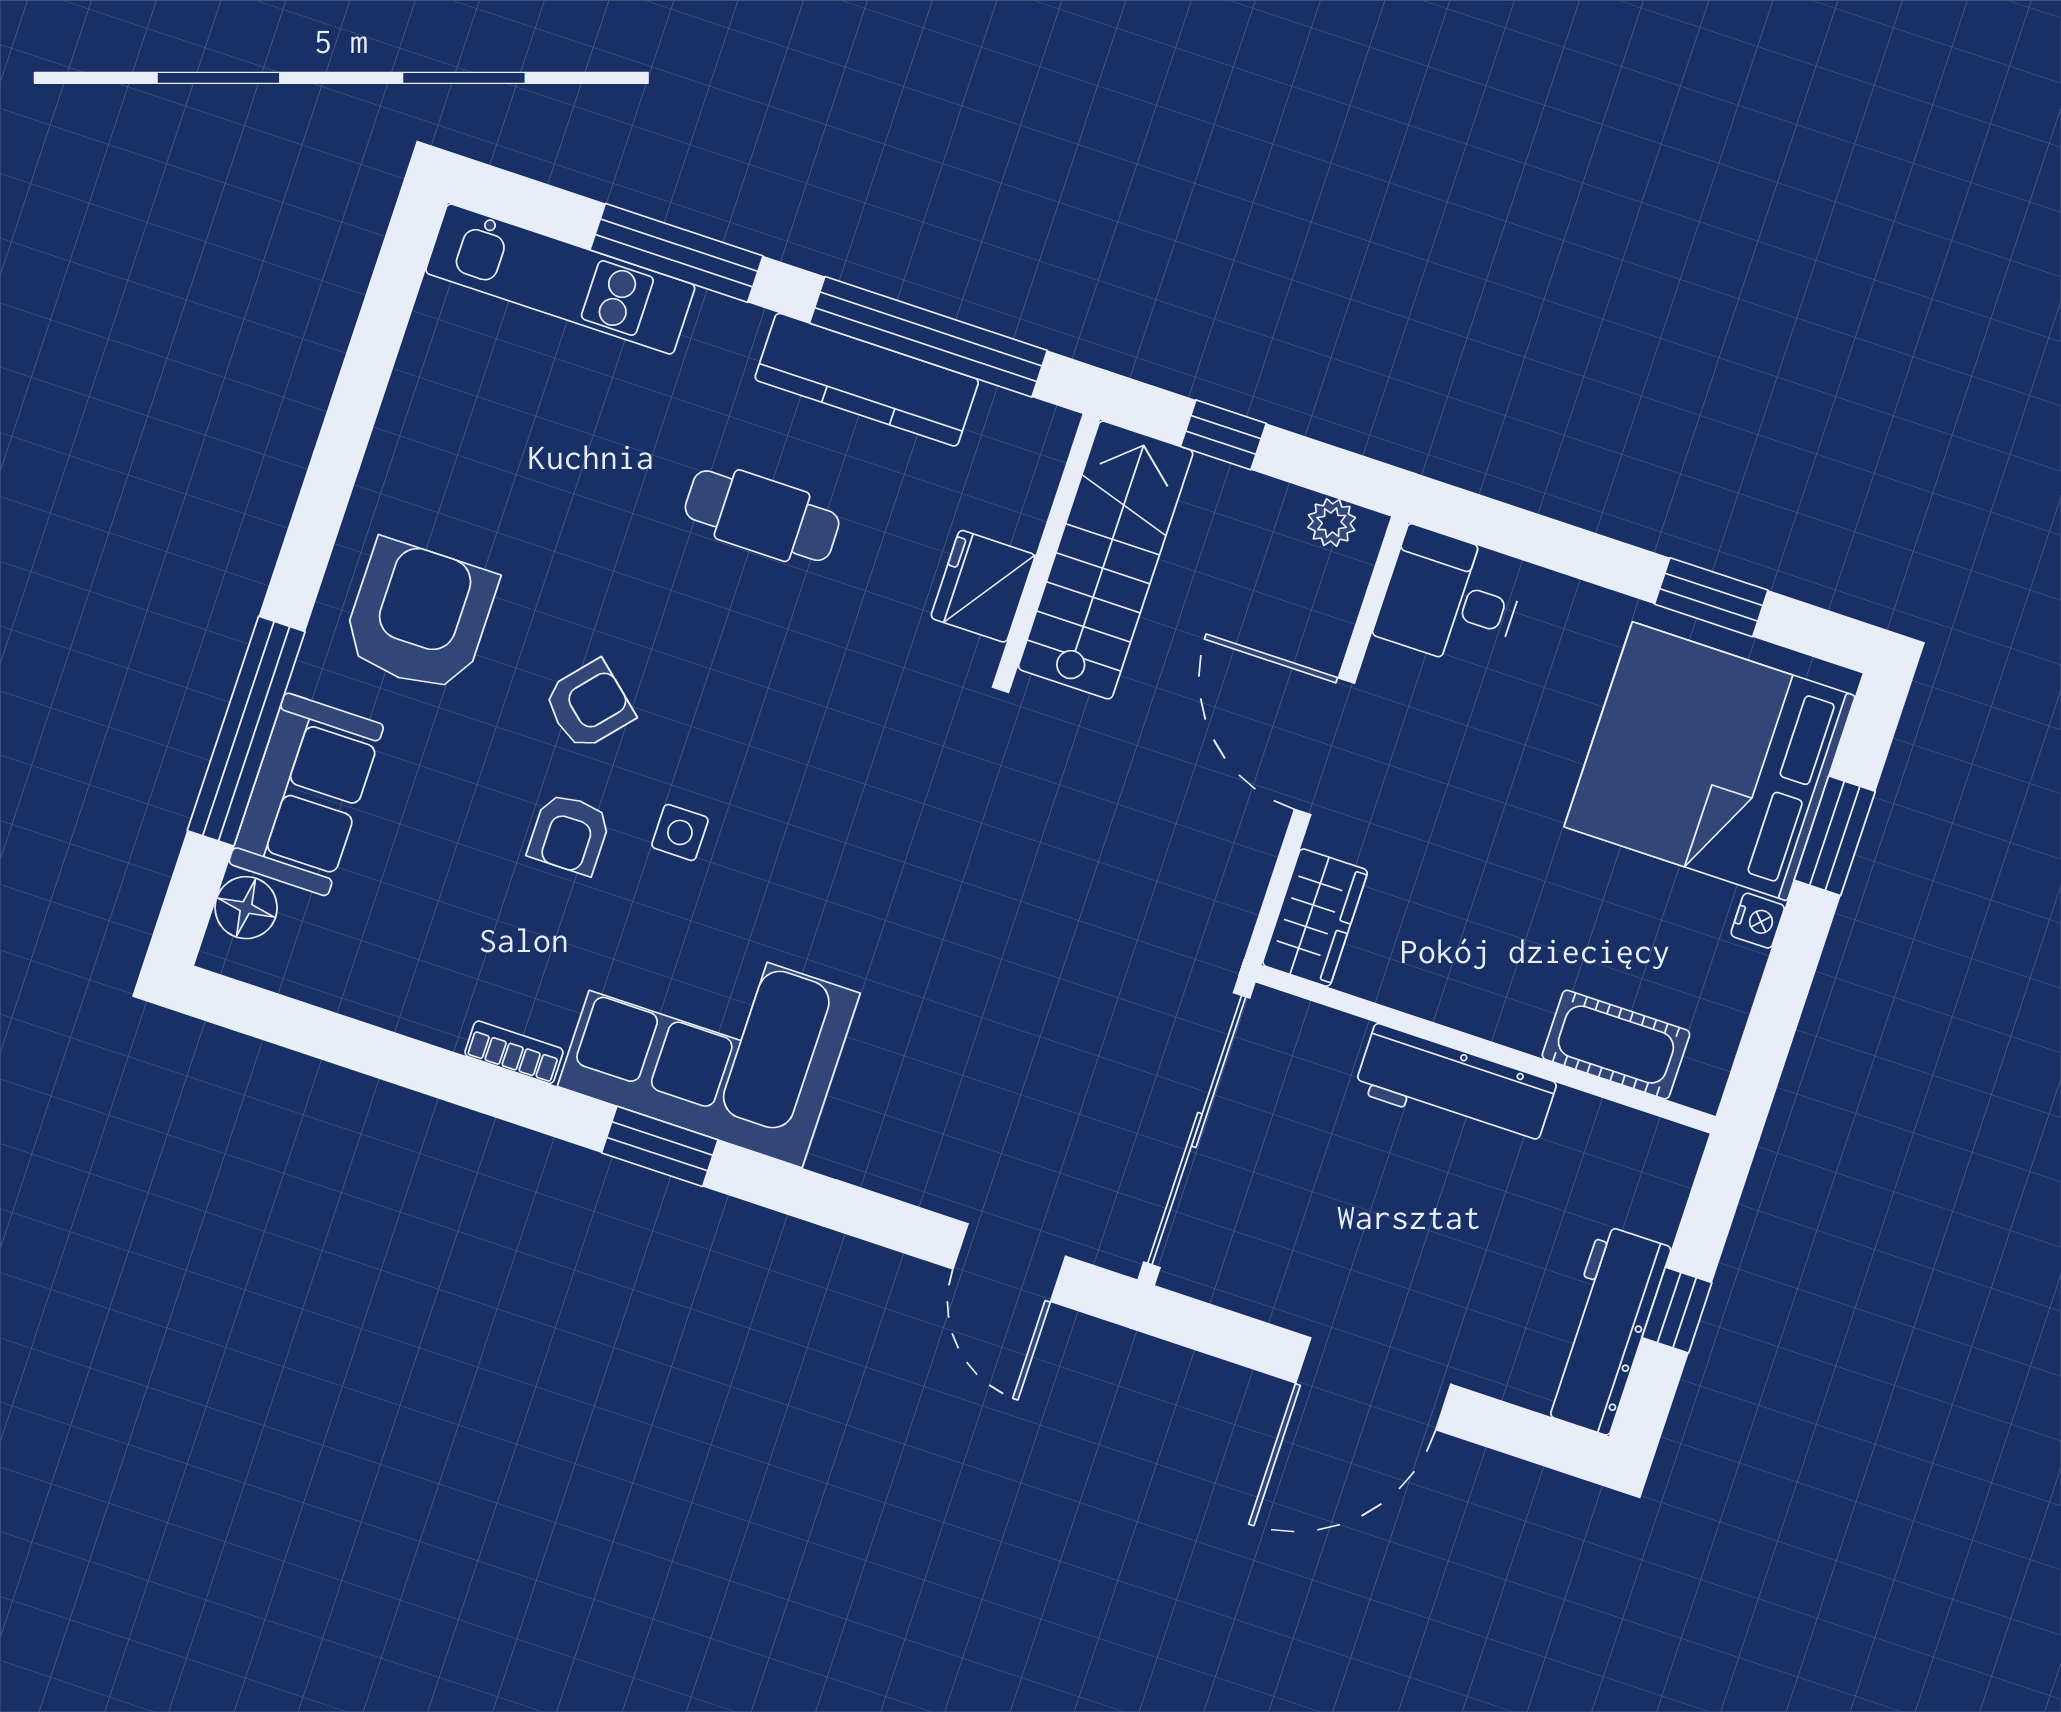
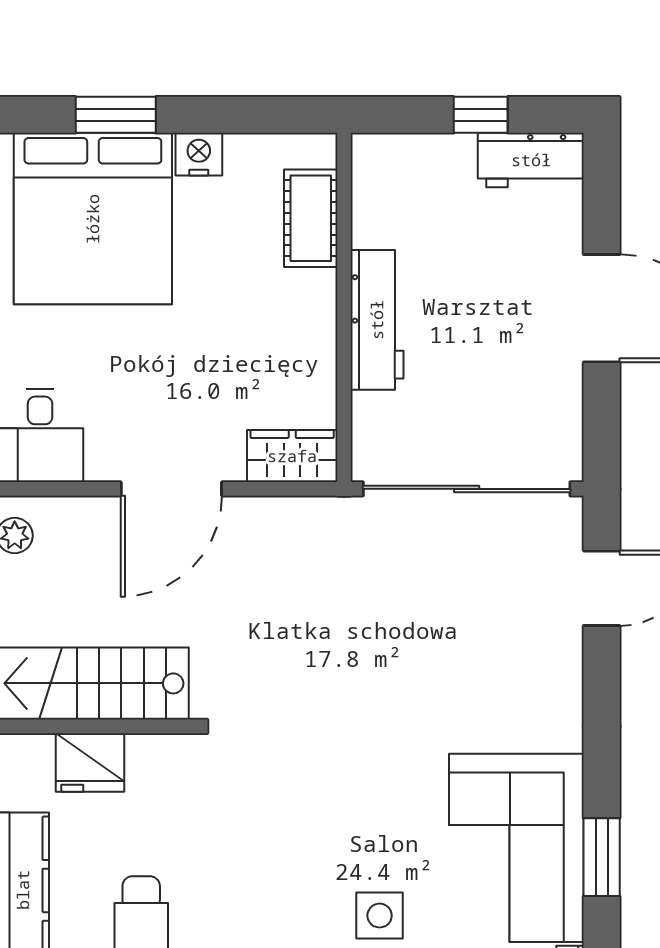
fridge: (983, 586) -> (90, 762), moved
side table: (680, 832) -> (380, 916), width x1.37, depth x1.37
nightstand: (1758, 921) -> (199, 154), width x1.39, depth x1.35
workbench: (1605, 1330) -> (531, 160), width x0.73

